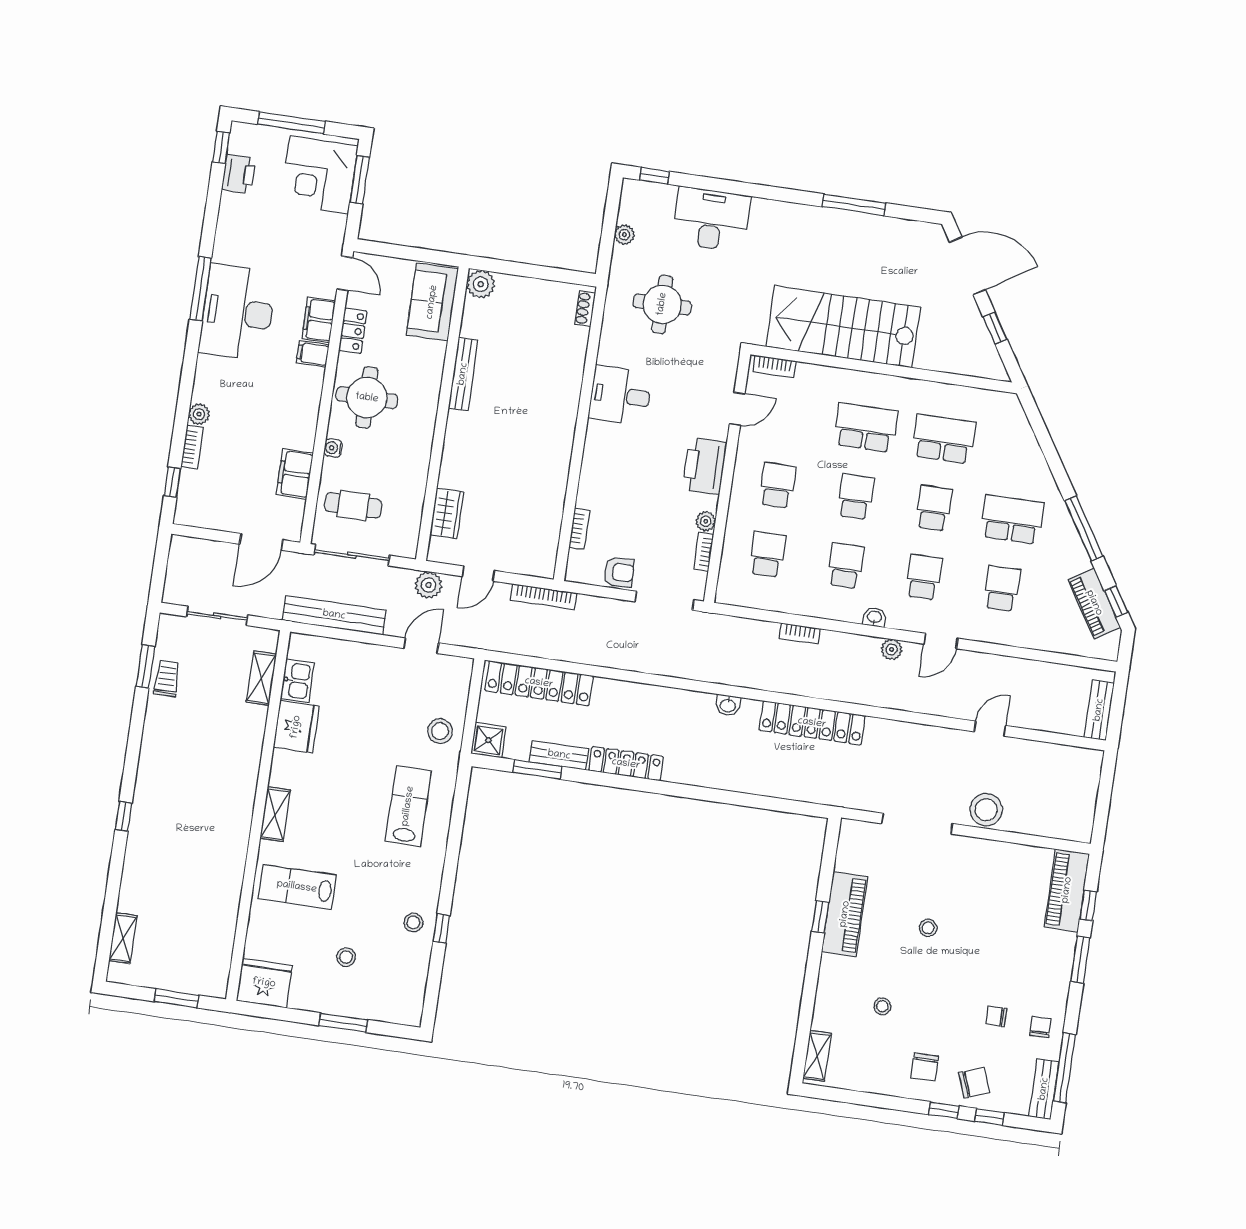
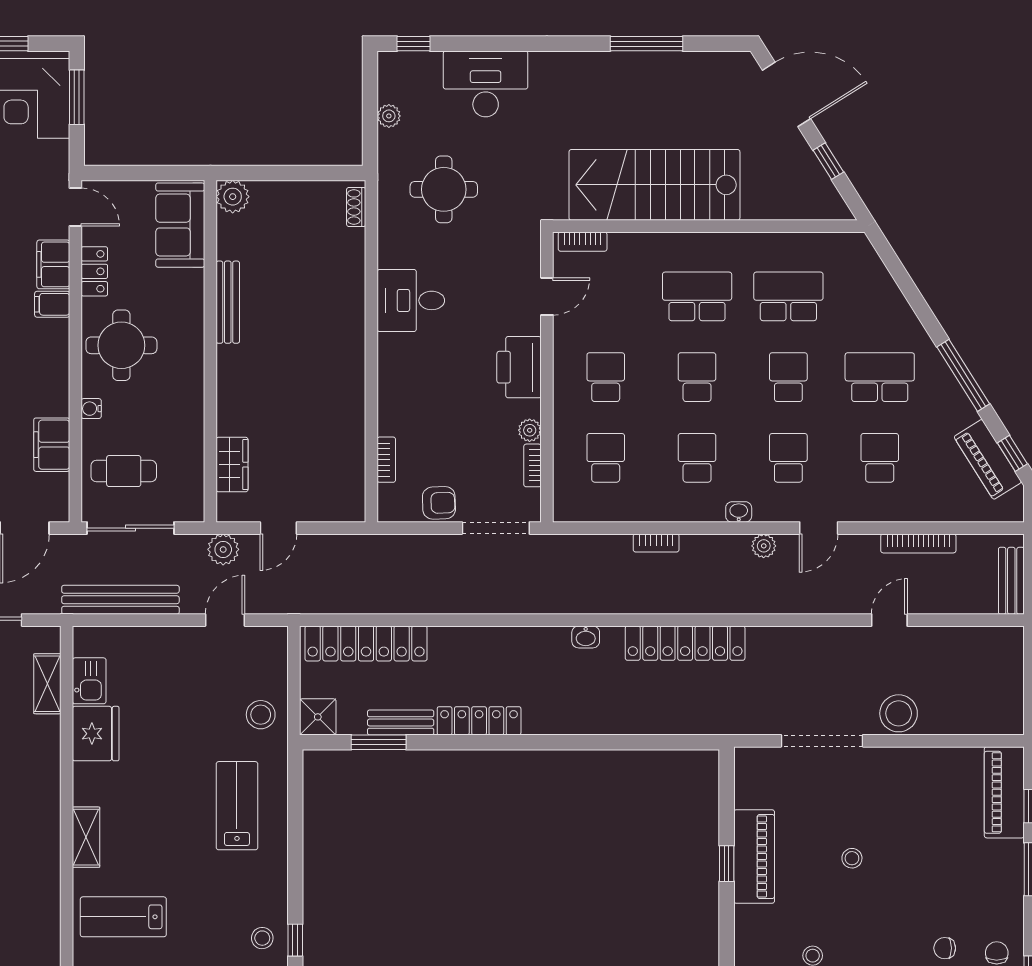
bookcase: (544, 597) -> (918, 543), moved

